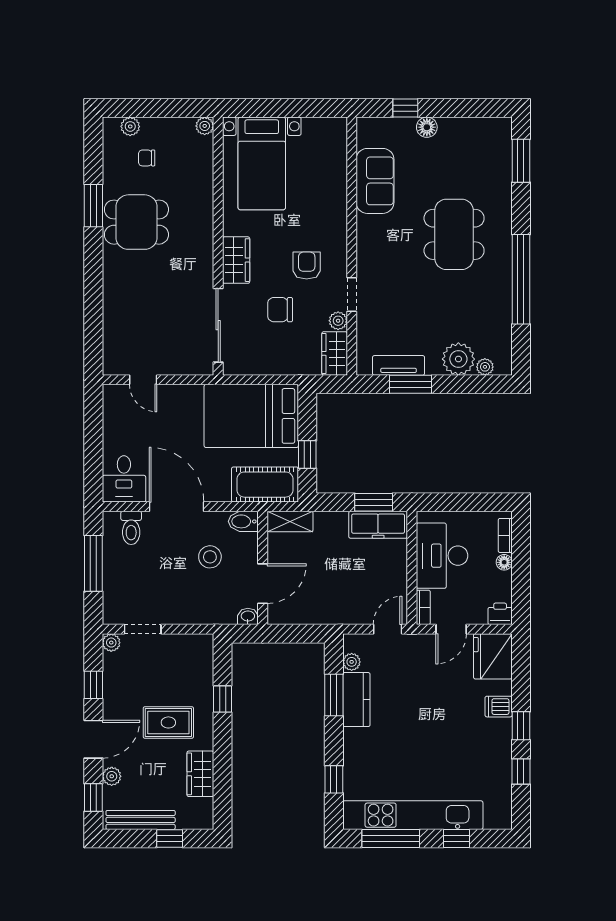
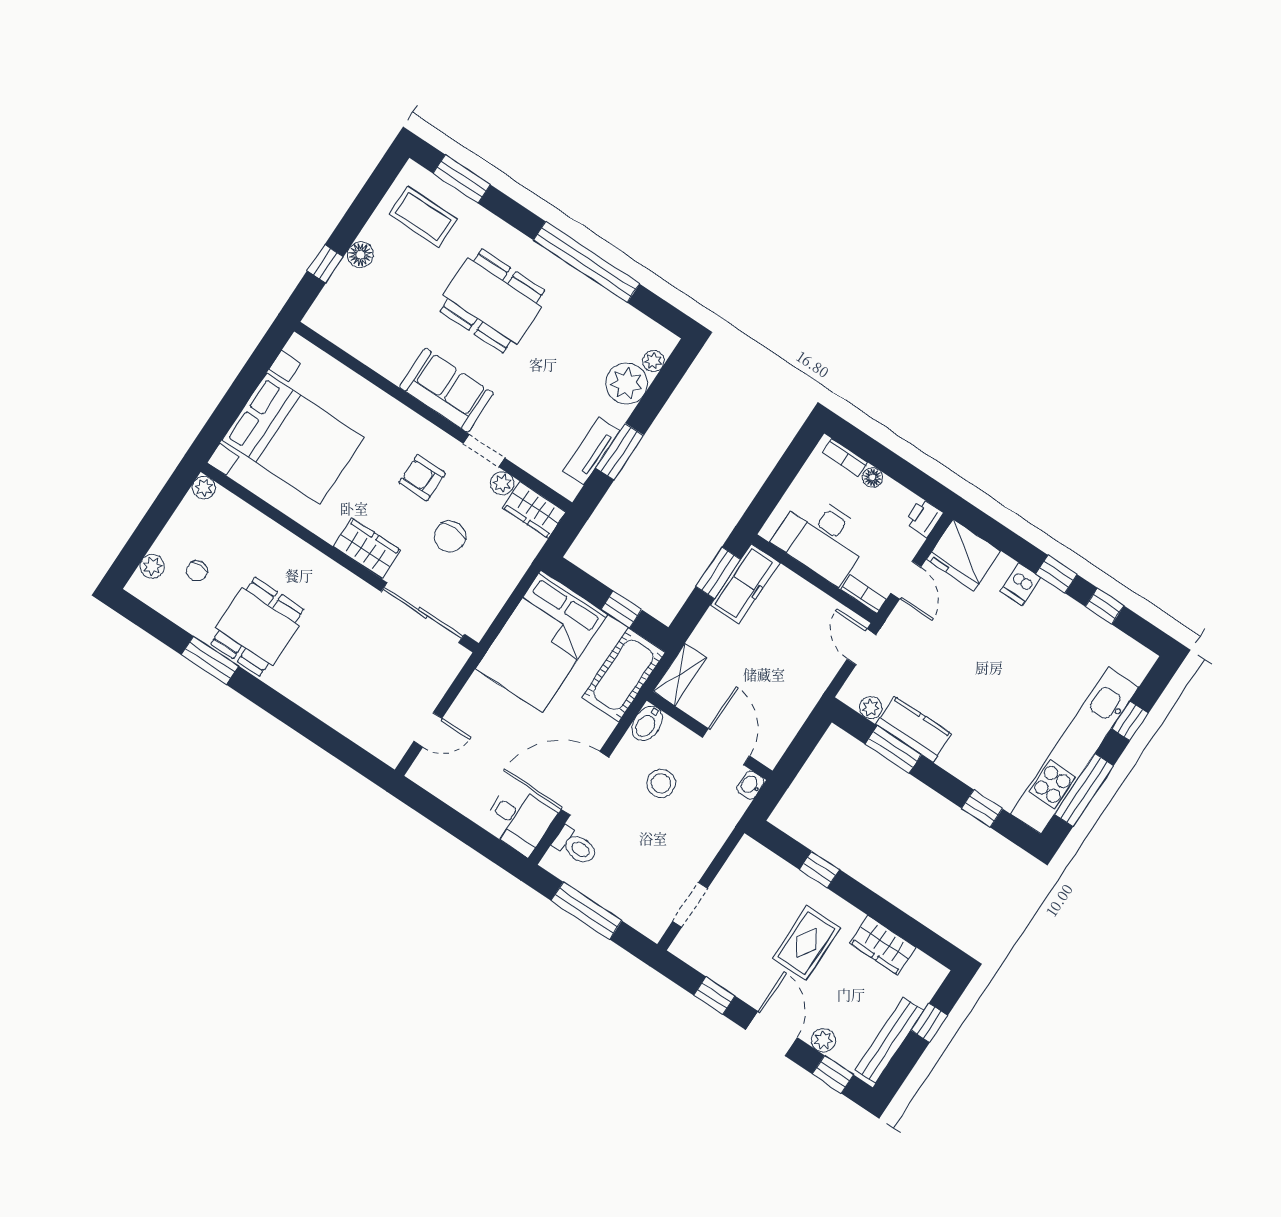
coffee table: (479, 152) -> (423, 217), added
bed with nightstands: (262, 163) -> (293, 439), width x1.36
sofa: (375, 181) -> (447, 390), moved
plant: (111, 643) -> (682, 947), removed

